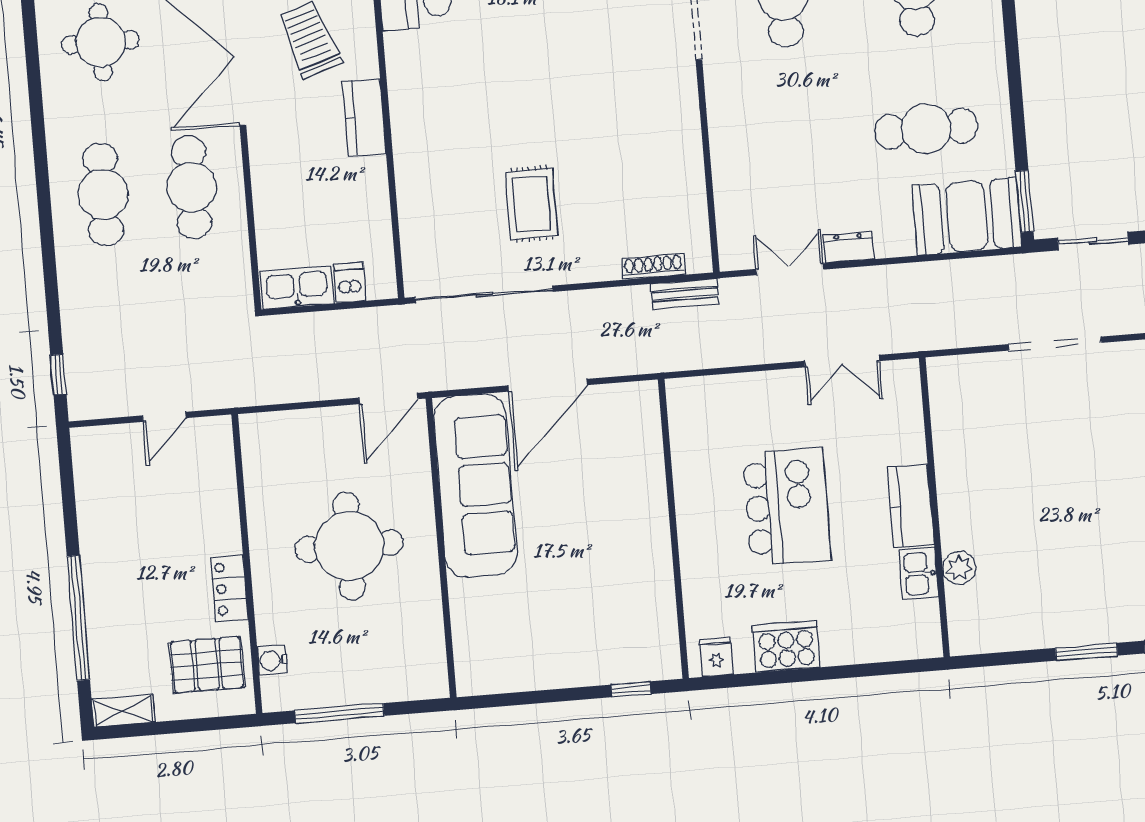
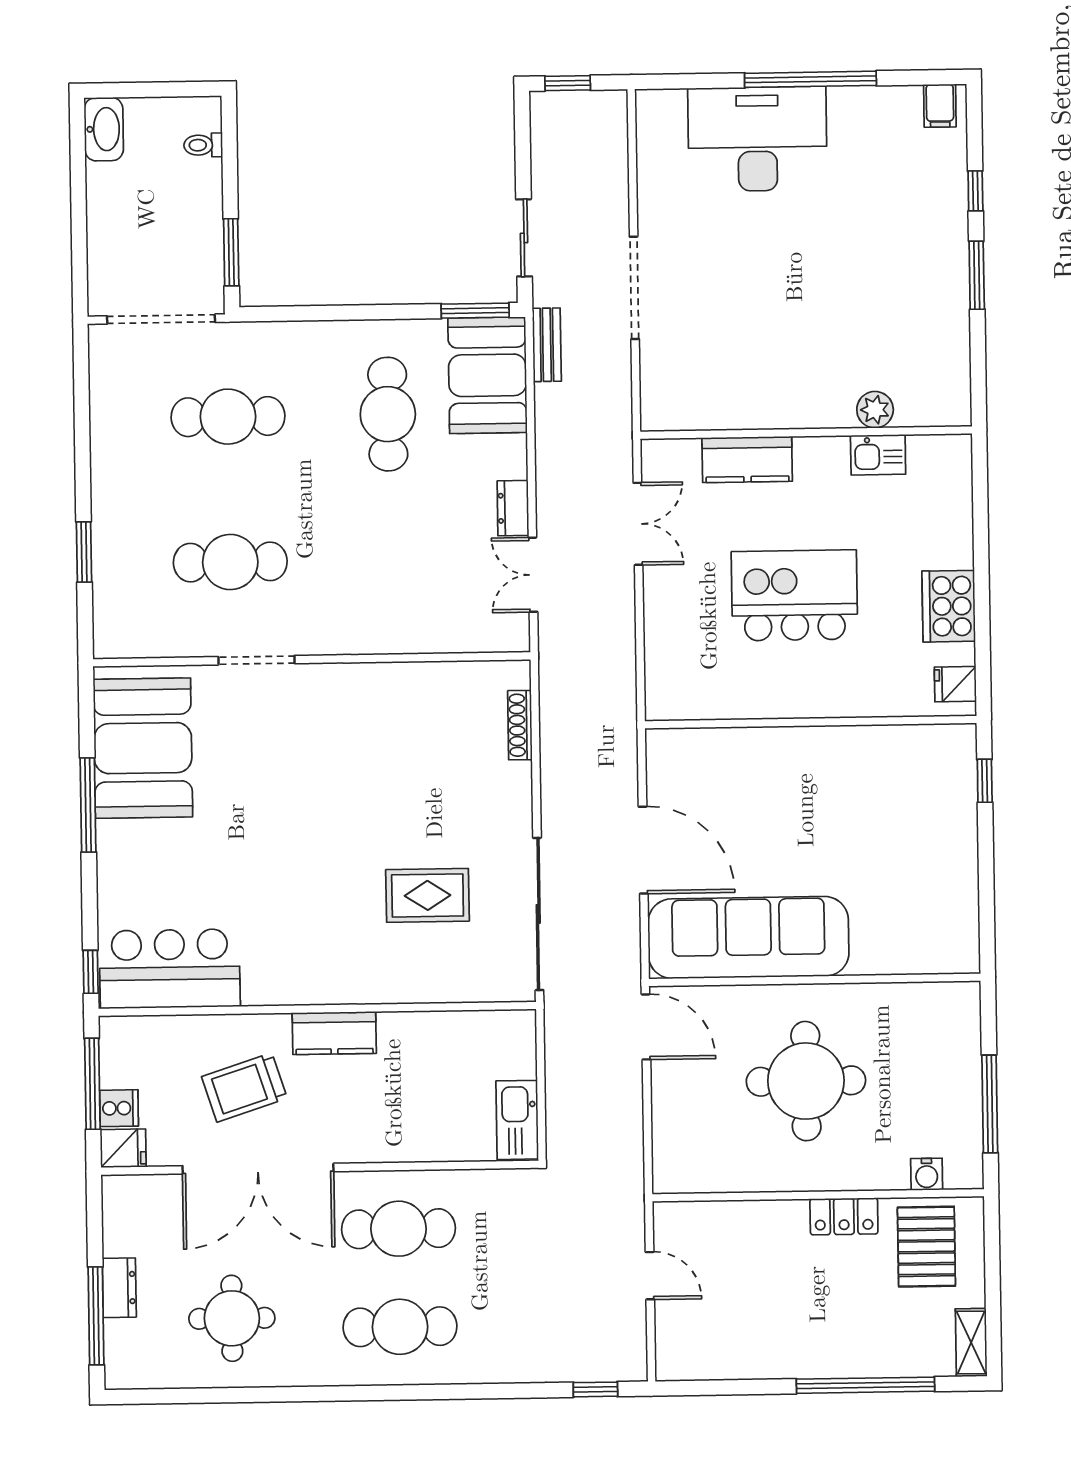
rug: (531, 204) -> (428, 895), moved
dishwasher: (350, 283) -> (516, 1061), removed
bench: (685, 294) -> (547, 345), moved
kitchen counter: (911, 506) -> (747, 459), moved

